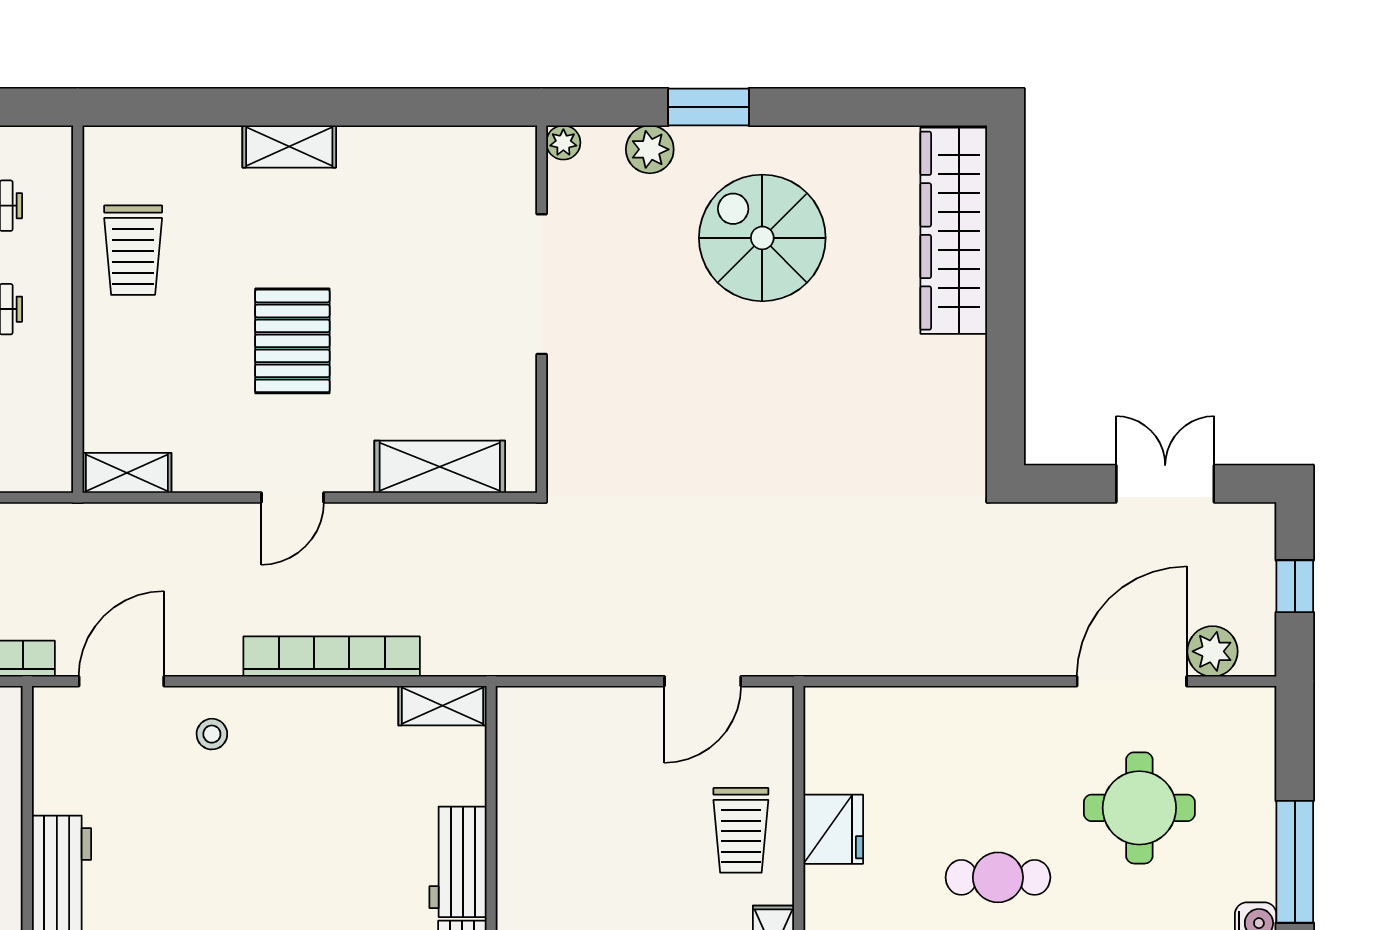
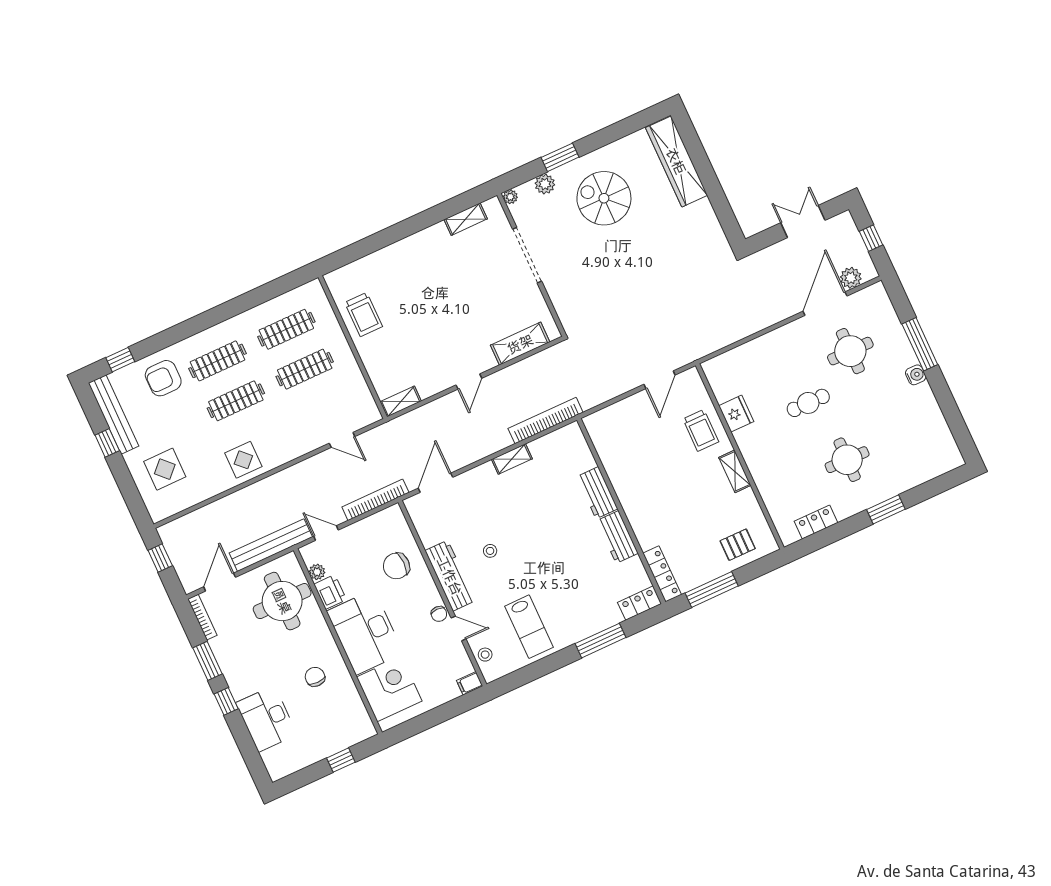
shelving: (289, 147) -> (466, 219), moved
pallet: (292, 341) -> (441, 321), removed
bookcase: (332, 657) -> (546, 421), moved
shelving: (442, 706) -> (512, 459), moved
stool: (212, 734) -> (490, 551), moved

